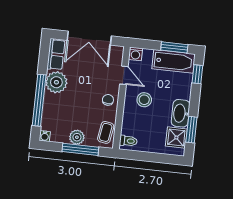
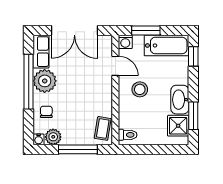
window: (174, 47) -> (146, 30), moved
window: (39, 100) -> (29, 82), moved
chair: (108, 100) -> (46, 112), moved
plant: (77, 137) -> (53, 137), moved

